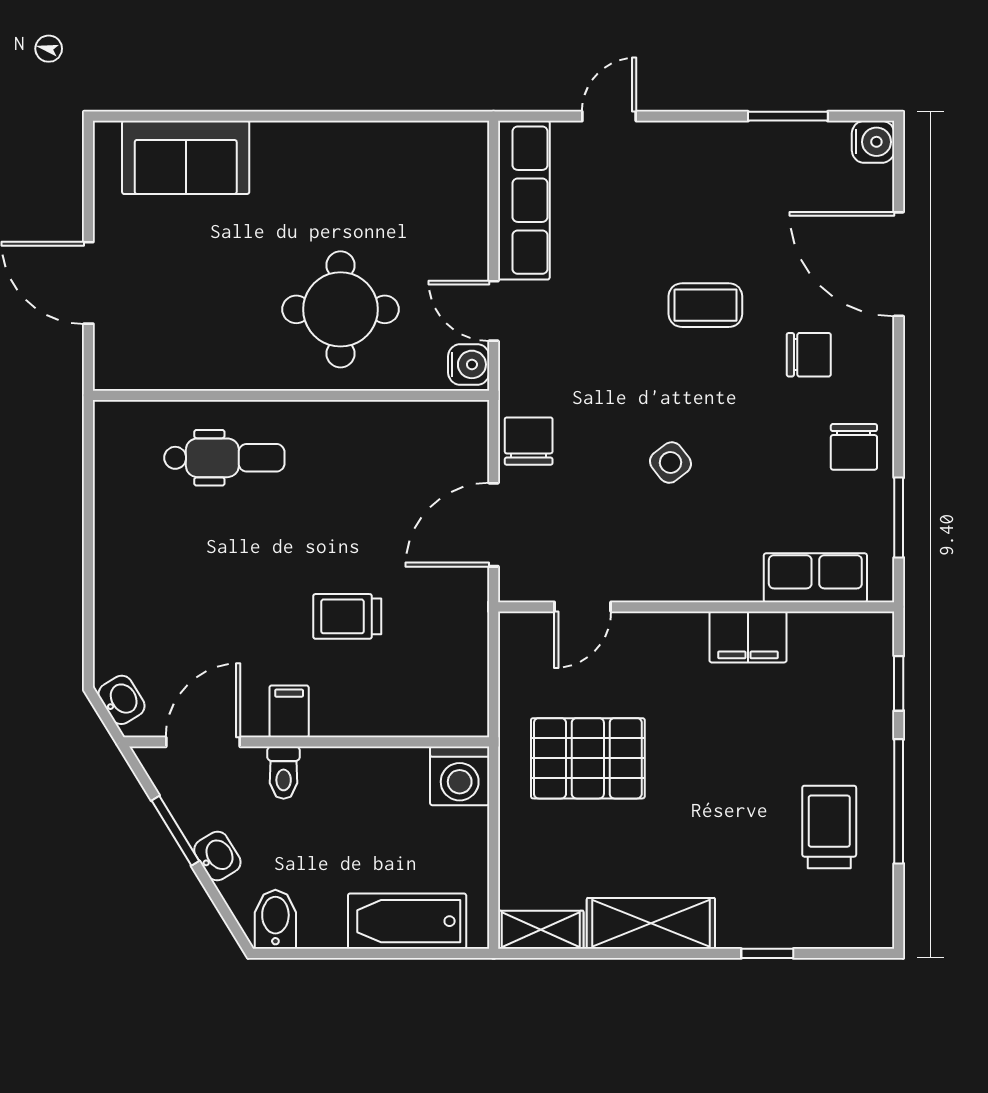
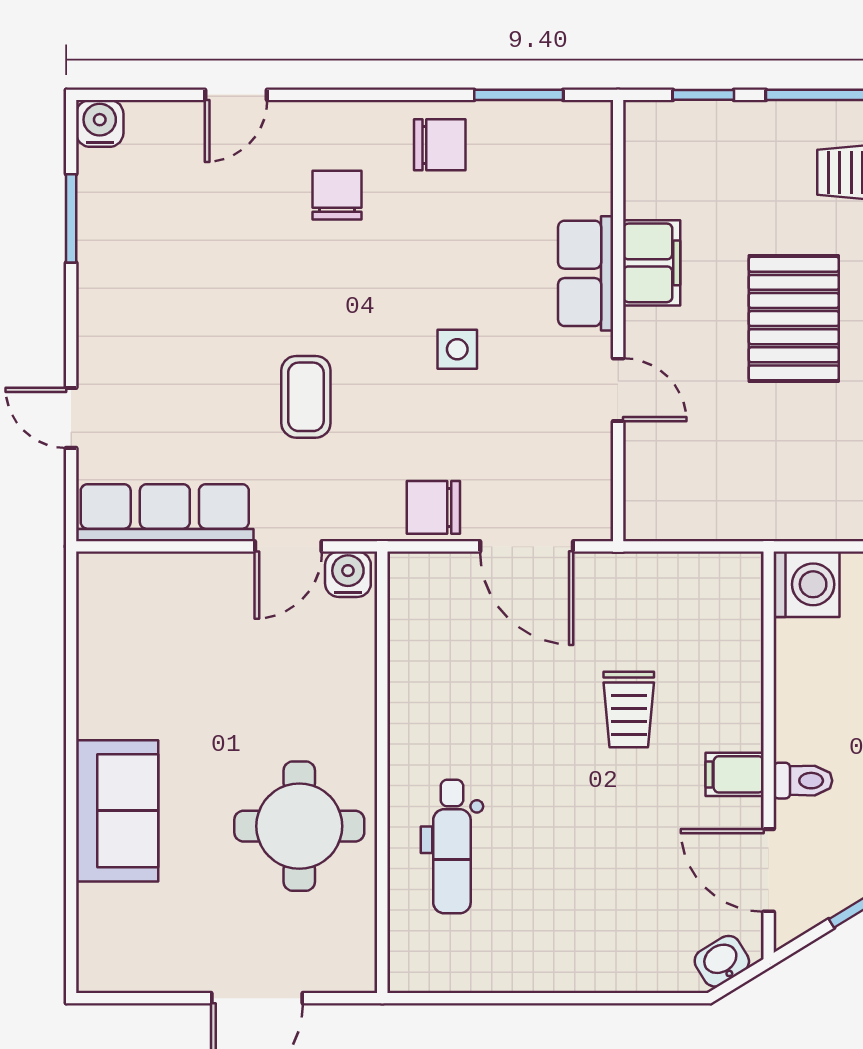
sofa: (186, 157) -> (117, 811), moved
door: (899, 264) -> (236, 95), width x0.53
coffee table: (705, 305) -> (306, 397), moved
round table: (340, 309) -> (299, 826), moved
dental chair: (224, 458) -> (452, 847), turned 180
side table: (670, 463) -> (457, 349), turned 38
row of seats: (815, 578) -> (586, 273), moved
door: (583, 607) -> (618, 390), moved
pallet: (588, 758) -> (794, 319), moved

